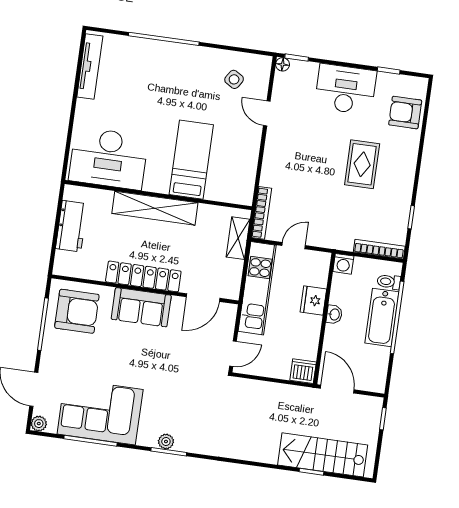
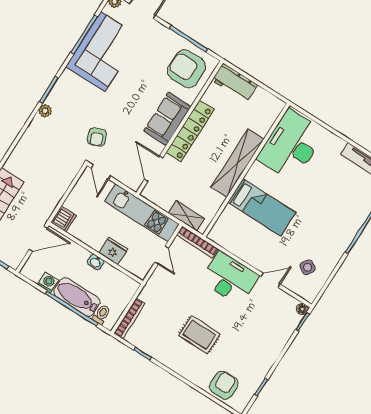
desk: (345, 89) -> (230, 278), moved, turned -90
workbench: (71, 226) -> (235, 82), moved
washing machine: (343, 264) -> (48, 282), moved, turned 90
armchair: (77, 311) -> (187, 69), turned 90
armchair: (196, 376) -> (97, 137), added
plant: (166, 442) -> (45, 111), moved

